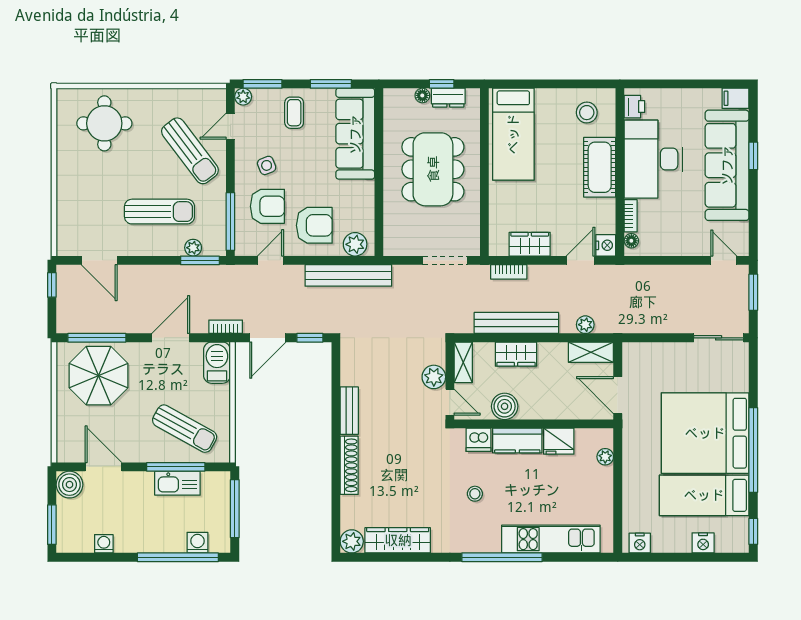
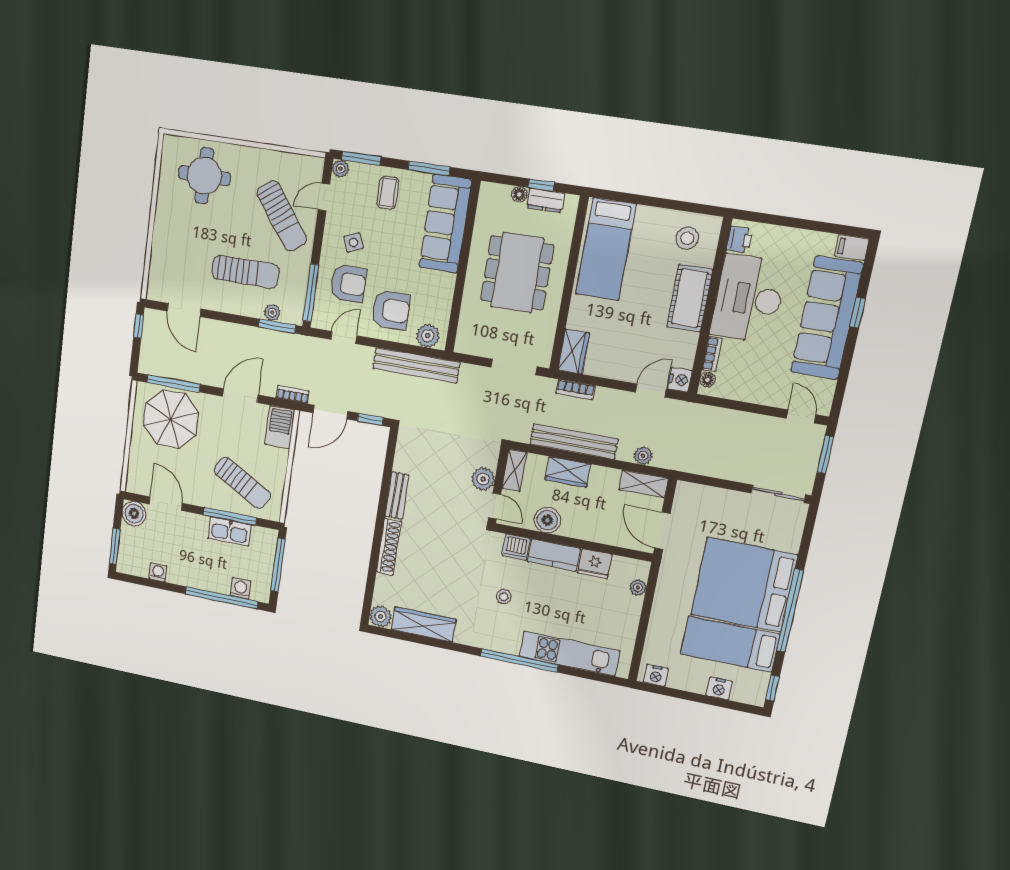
wardrobe: (530, 244) -> (574, 351), moved, turned 90

